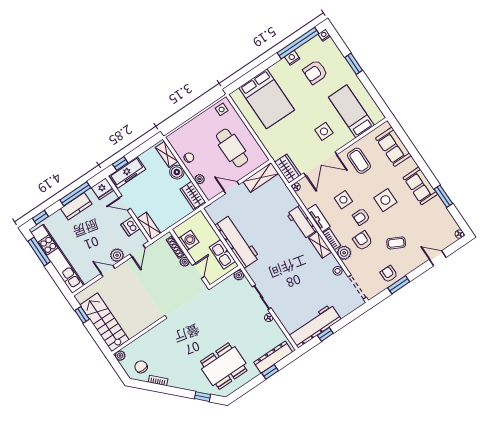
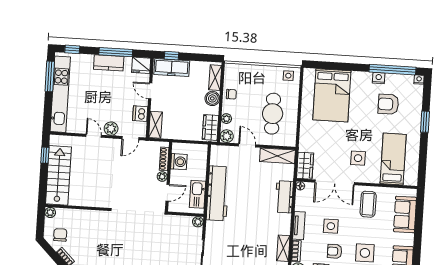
plant: (210, 192) -> (227, 136), added
workbench: (302, 222) -> (284, 197), moved

